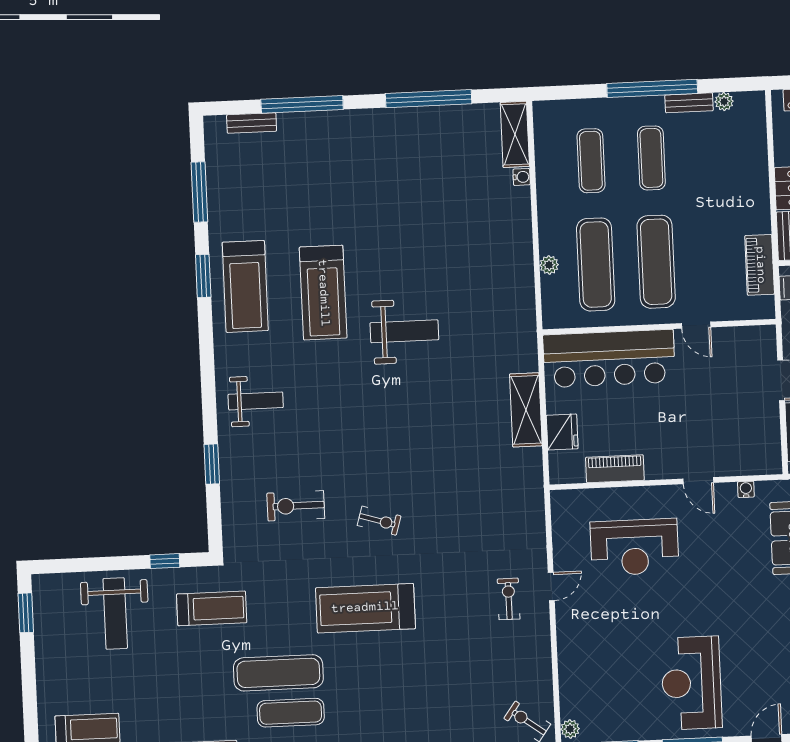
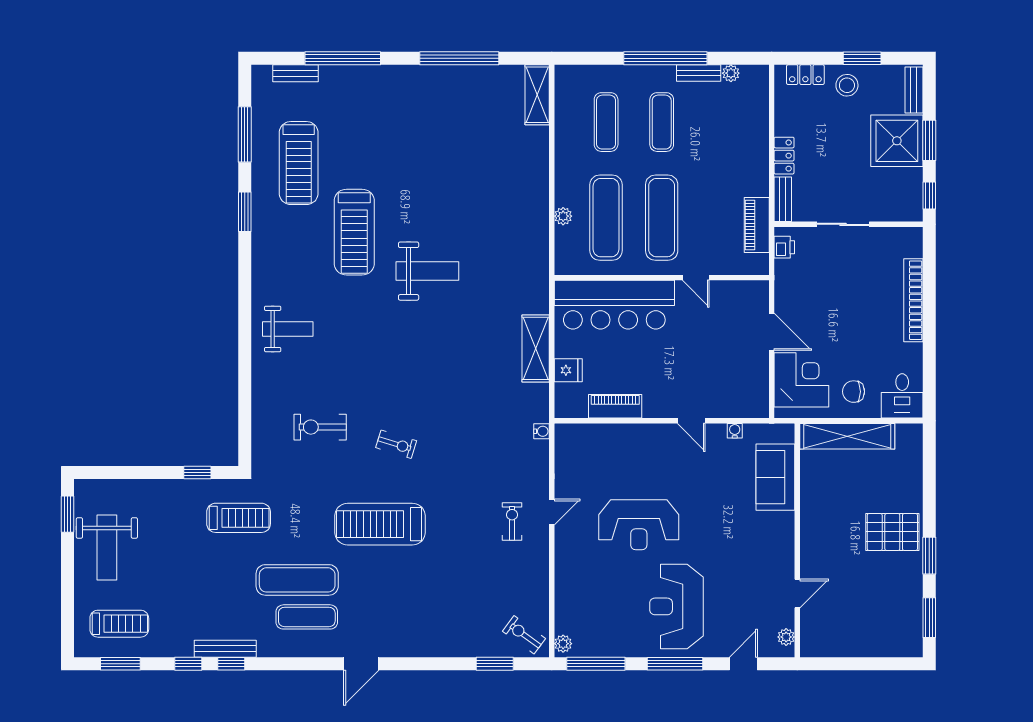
water cooler: (522, 177) -> (542, 431), moved
treadmill: (245, 286) -> (299, 163), moved
fridge: (562, 432) -> (568, 370), width x0.72
window: (212, 464) -> (245, 385), removed
reception desk: (634, 547) -> (639, 525), moved
weight bench: (115, 614) -> (107, 548), moved

